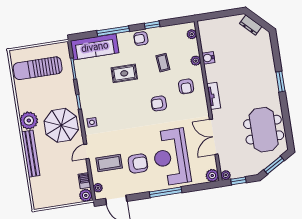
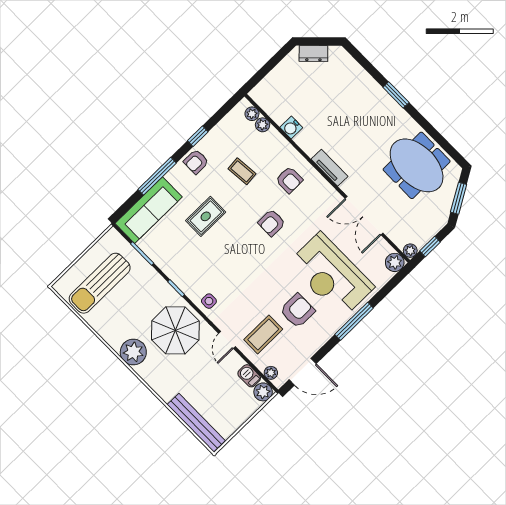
plant: (196, 61) -> (263, 125), moved
bench: (31, 154) -> (196, 423), moved

